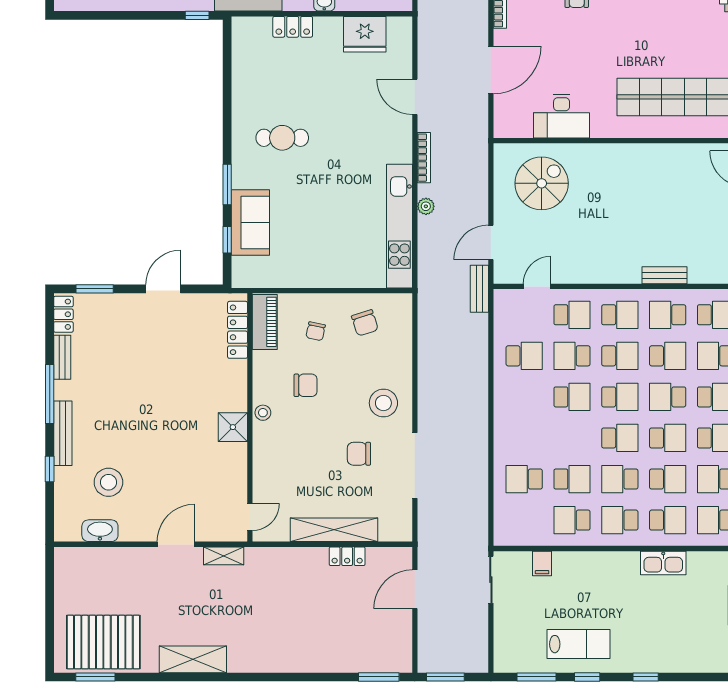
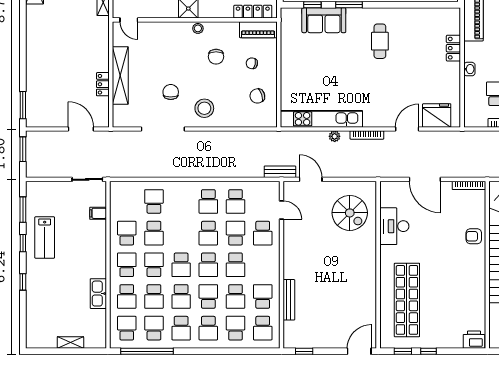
fridge: (365, 34) -> (437, 115), moved, turned 90
bench: (664, 275) -> (289, 300), width x1.36
school desk: (620, 315) -> (208, 201), moved

